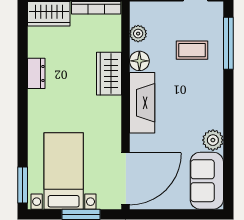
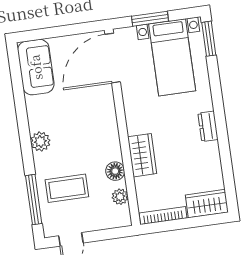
coffee table: (192, 50) -> (67, 188), width x1.36, depth x1.30
dresser: (36, 73) -> (208, 126), moved
fireplace: (142, 103) -> (107, 132), removed
plant: (213, 140) -> (40, 142), moved

